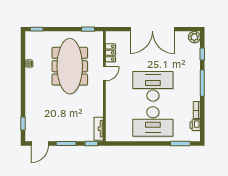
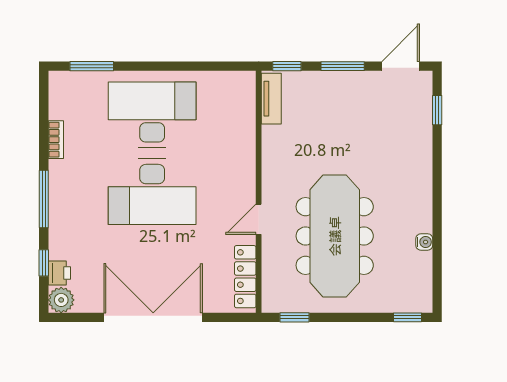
locker: (110, 53) -> (245, 277), width x1.53
printer: (195, 125) -> (59, 273), moved

